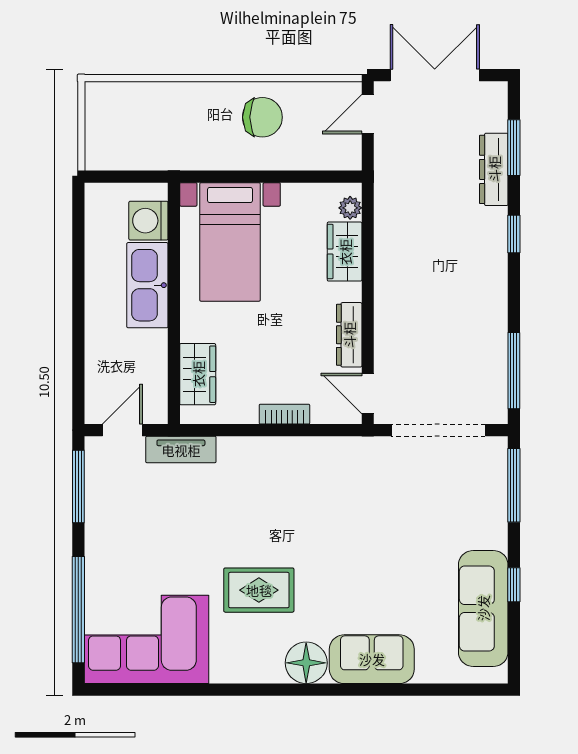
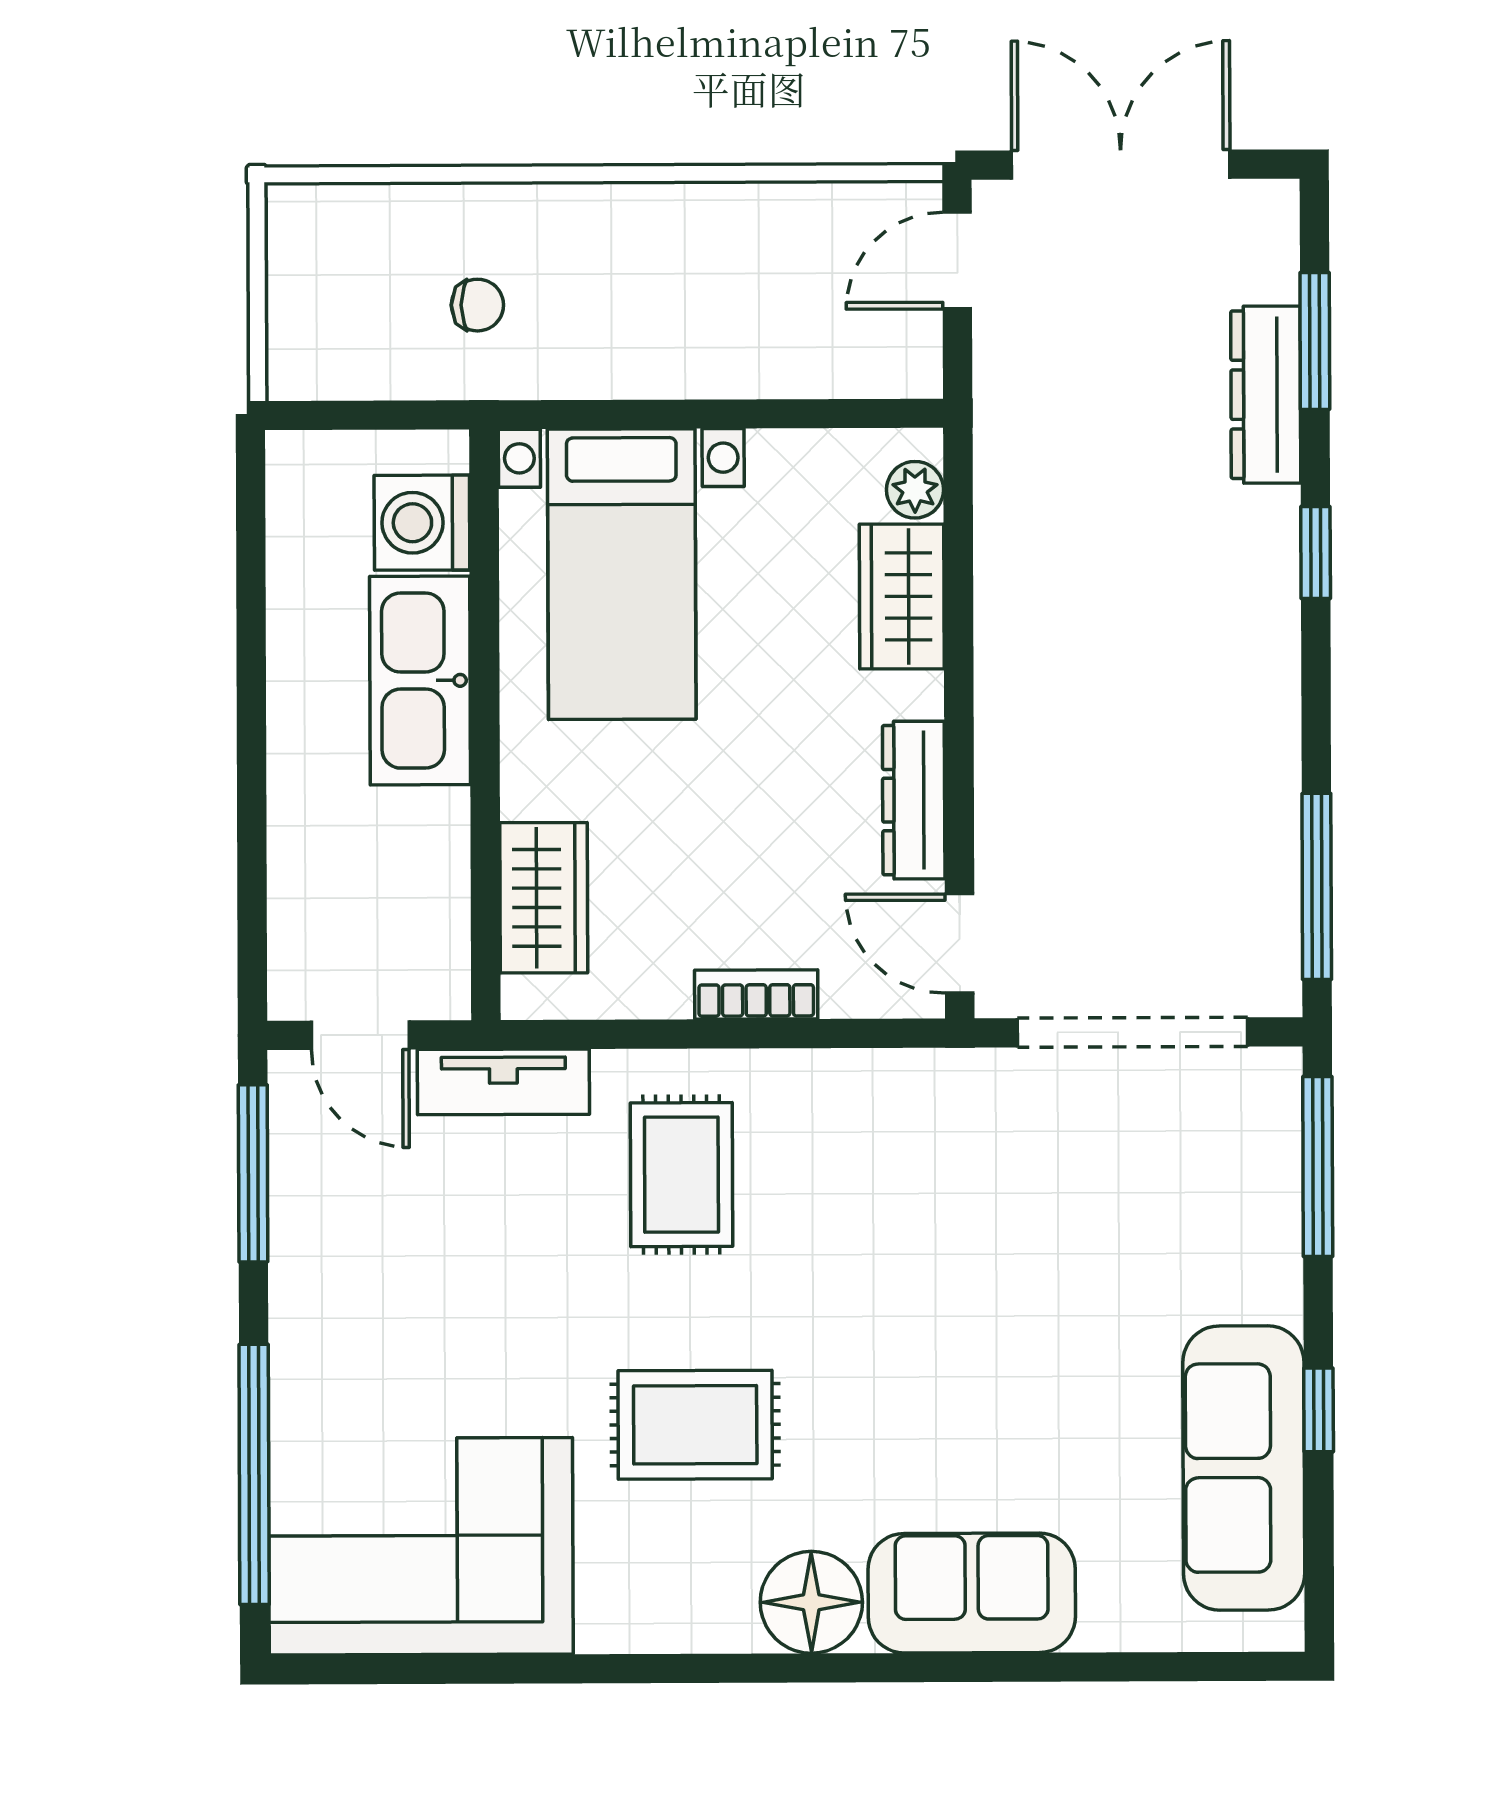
chair: (262, 117) -> (477, 305), moved, width x0.54, depth x0.54
door: (122, 430) -> (360, 1035), swing flipped
rug: (254, 488) -> (681, 1175), added

